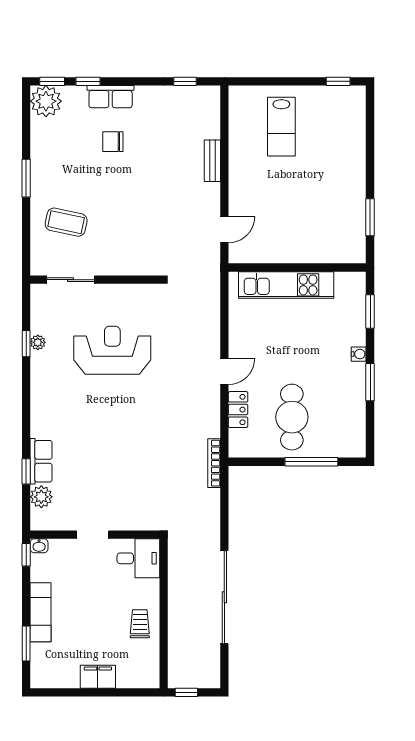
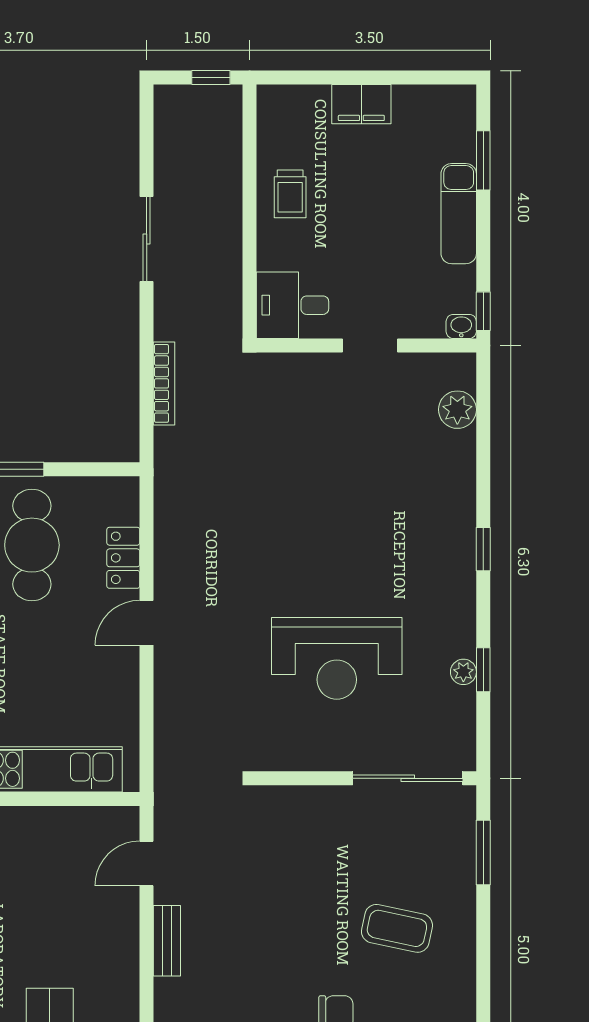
bench: (212, 161) -> (167, 941), moved
window: (26, 178) -> (483, 853), moved
coffee table: (66, 222) -> (397, 928), moved
sliding door: (71, 280) -> (408, 778), width x1.37
row of seats: (41, 461) -> (458, 470), removed
bookcase: (214, 463) -> (164, 383), moved
window: (26, 471) -> (483, 549), moved
sliding door: (224, 597) -> (147, 239), width x0.54

